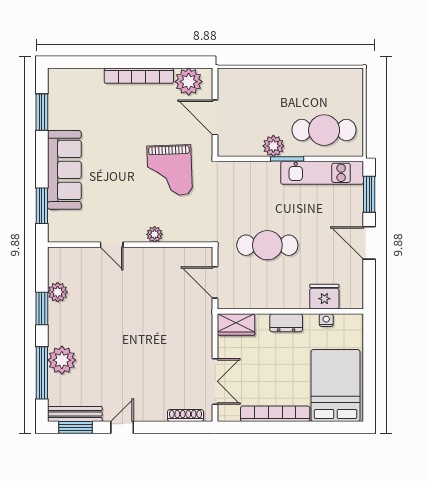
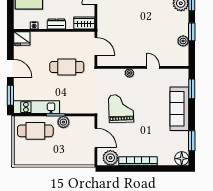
floor lamp: (60, 80) -> (182, 159), added
fridge: (324, 297) -> (22, 38), moved

